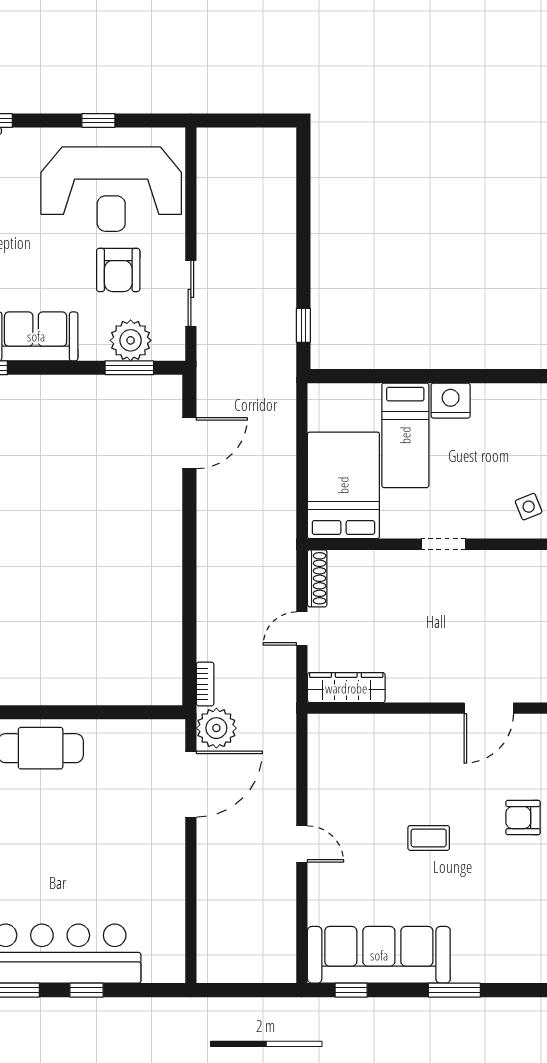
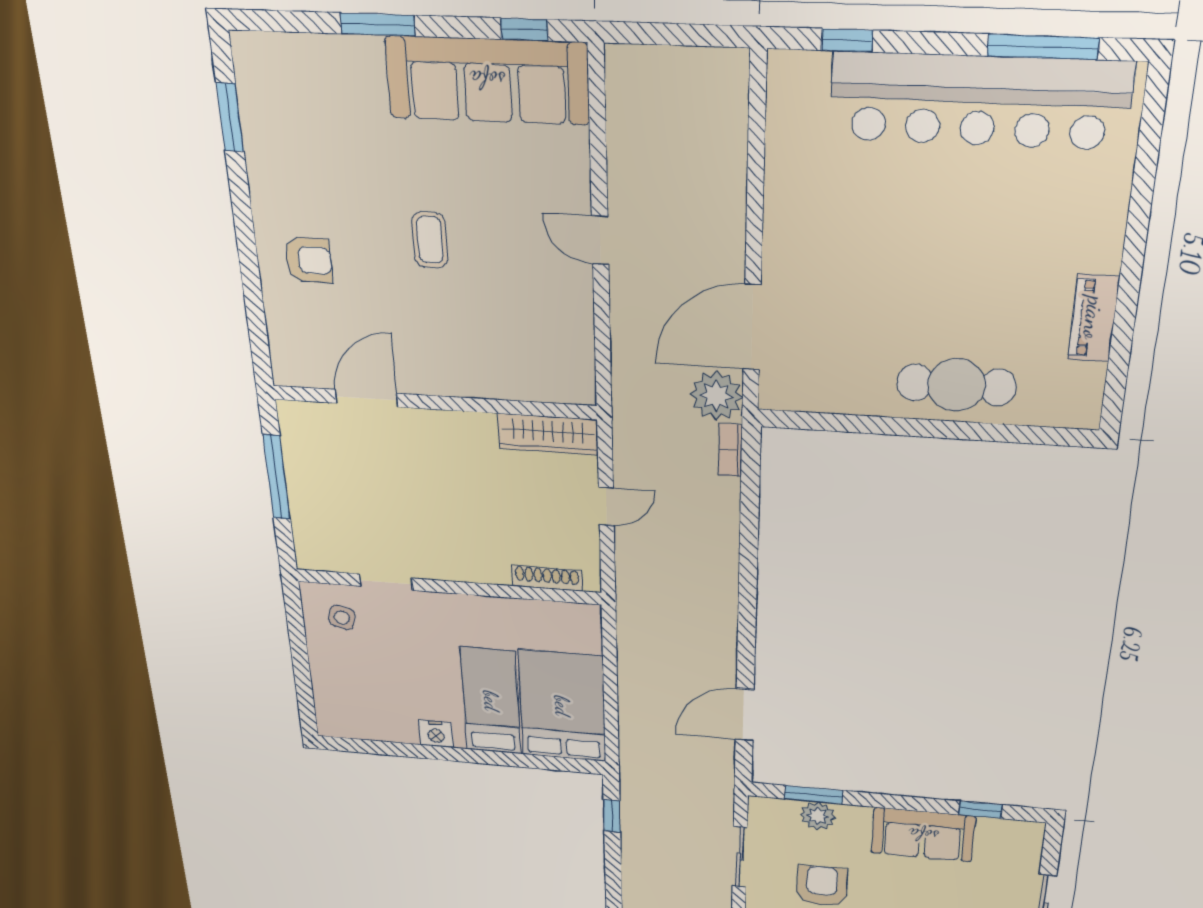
plant: (131, 340) -> (818, 816), width x0.73, depth x0.73
nightstand: (451, 401) -> (436, 734), width x0.74, depth x0.75
bed: (343, 485) -> (562, 706), moved, turned 180
side table: (529, 507) -> (342, 618), turned 36
doorway: (443, 544) -> (386, 582), moved
shoe rack: (317, 578) -> (547, 578), moved, turned 90
coffee table: (429, 838) -> (430, 240), turned 90
window: (86, 990) -> (847, 40), moved

